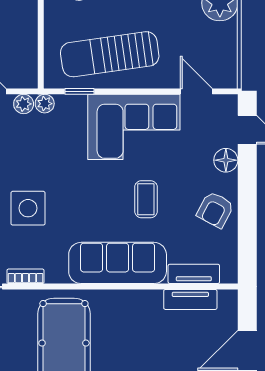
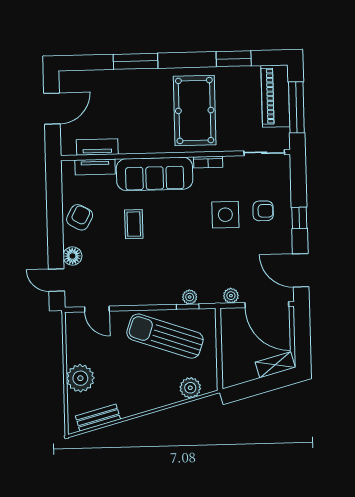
sun lounger: (110, 54) -> (165, 336), turned -153
plant: (45, 104) -> (190, 297), moved
corner sofa: (134, 127) -> (145, 280), removed
bookcase: (25, 276) -> (208, 162), moved

